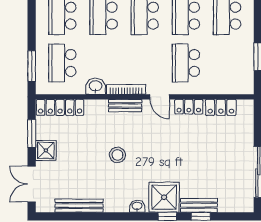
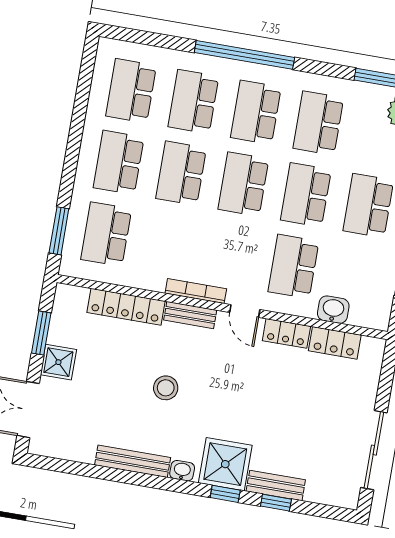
washbasin: (96, 86) -> (333, 310), moved
locker: (60, 107) -> (126, 307), moved
bench: (79, 206) -> (133, 461), moved

